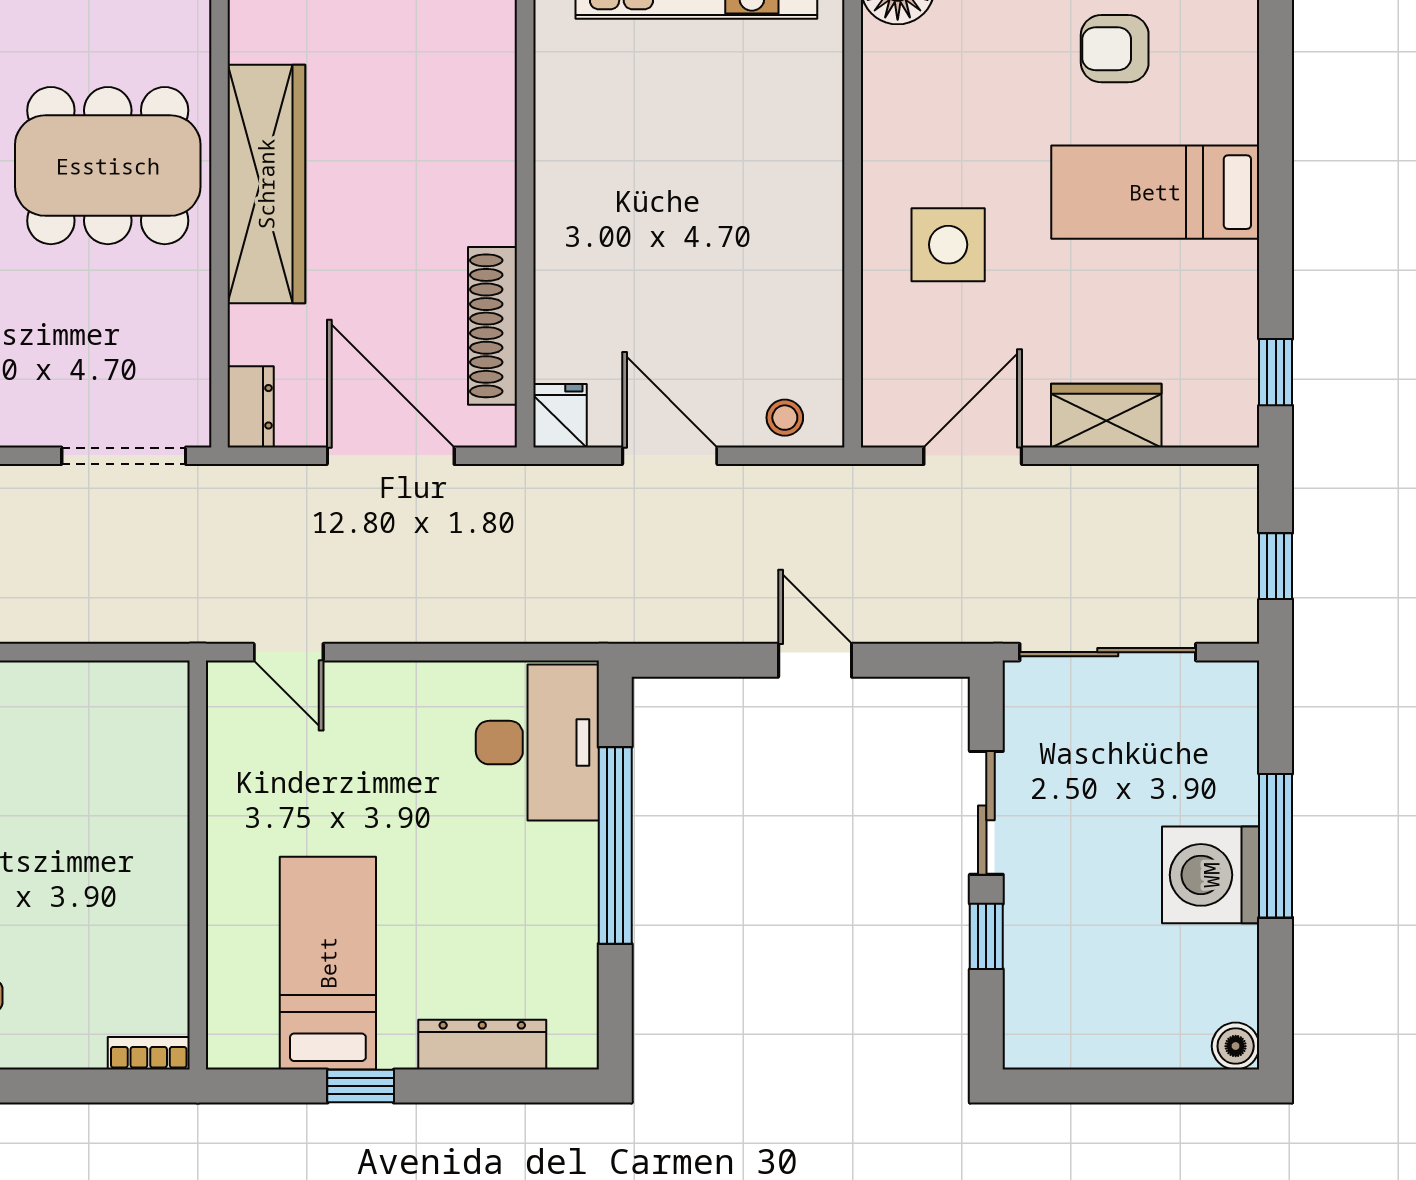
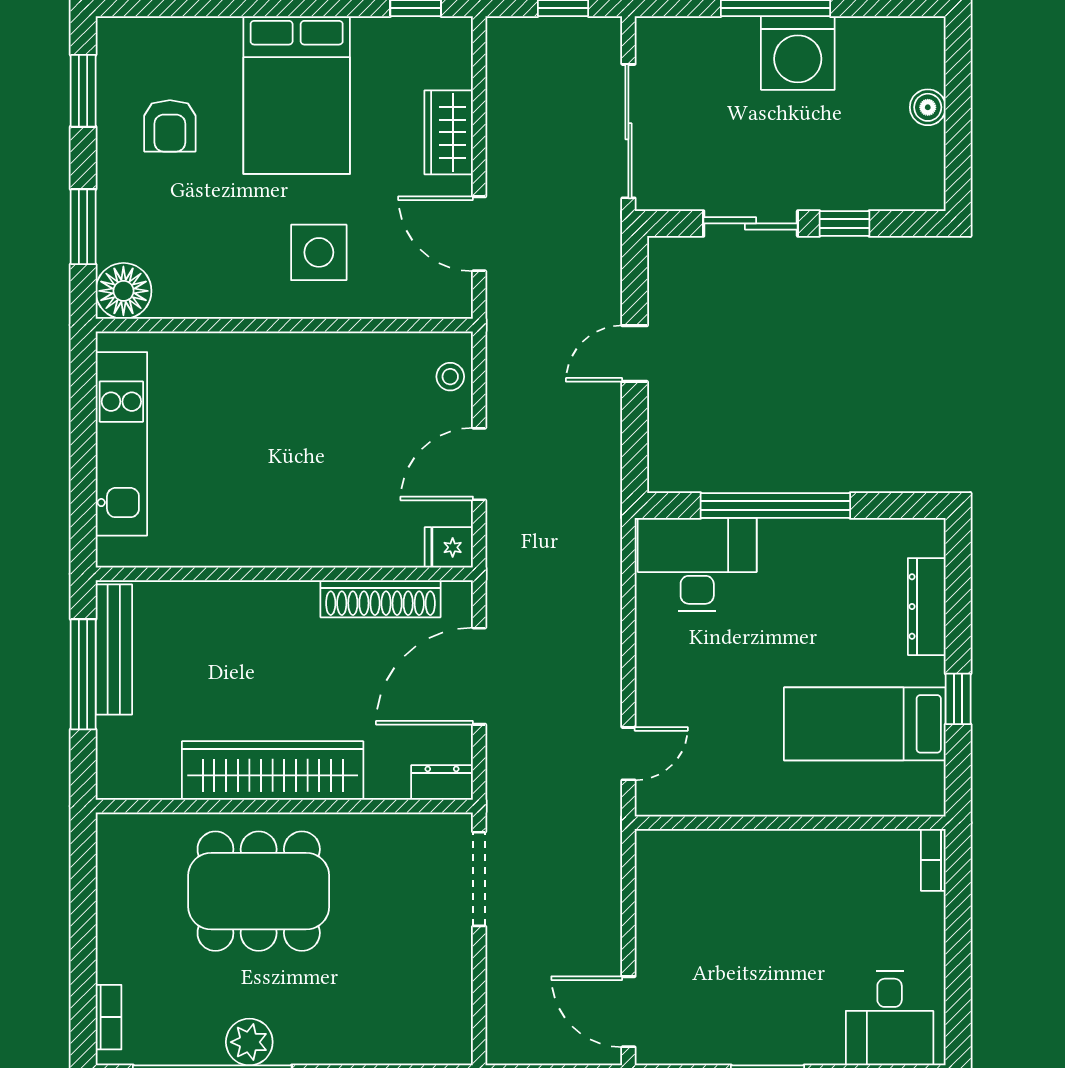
dining table: (108, 166) -> (259, 891), turned 90
bed: (1155, 192) -> (297, 95), width x1.50
boiler: (1236, 1046) -> (928, 107), moved

